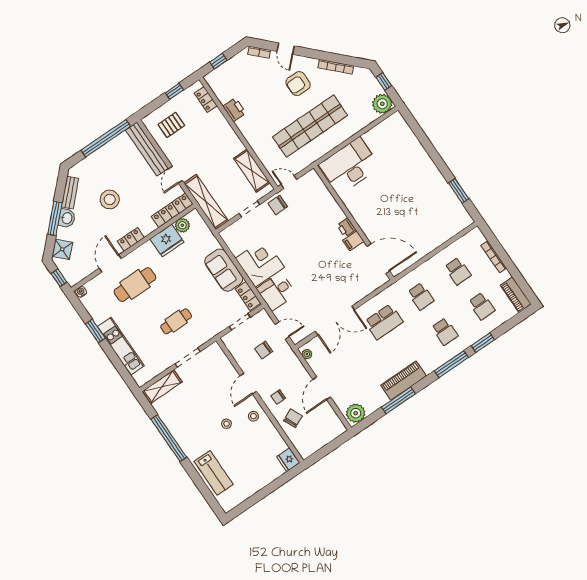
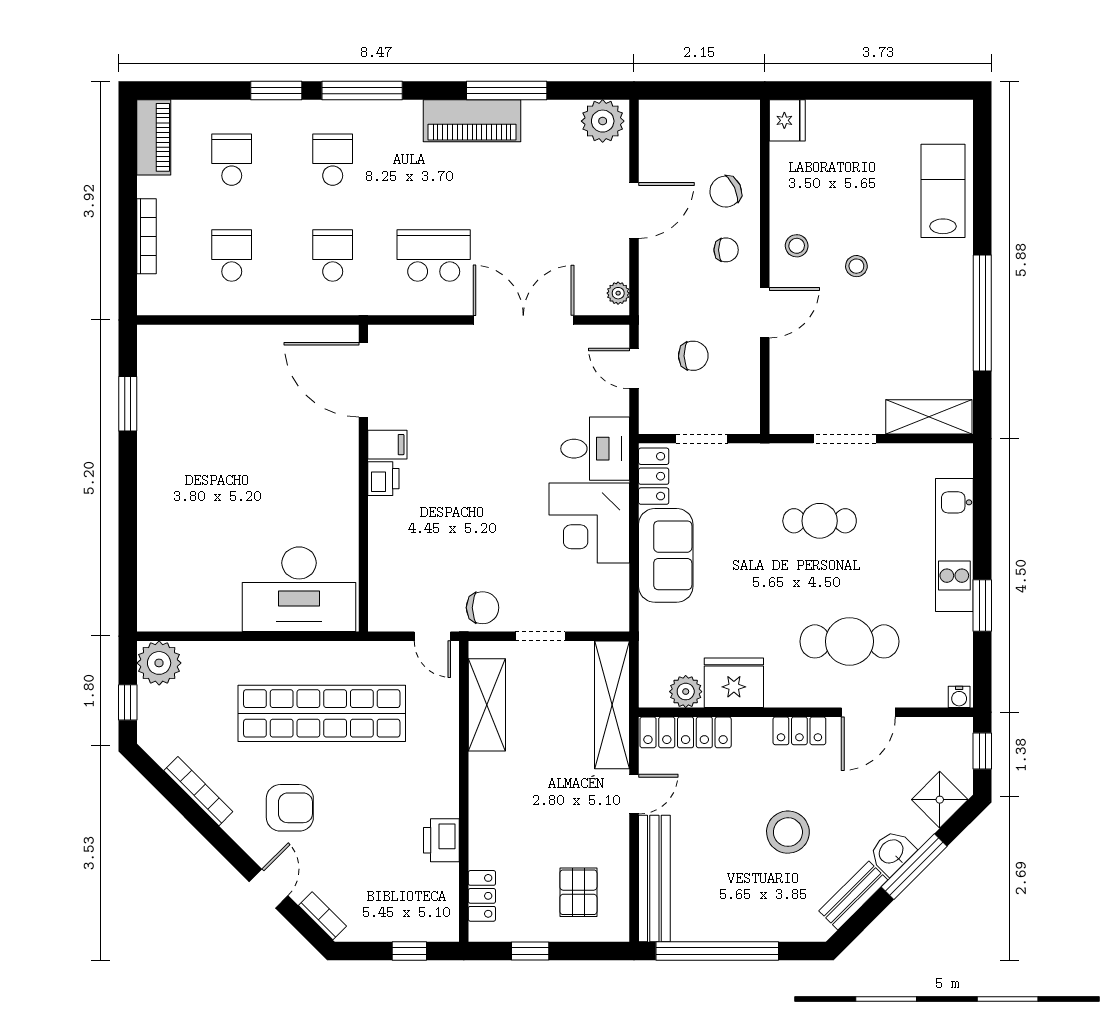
pallet: (171, 125) -> (578, 892), turned 90

